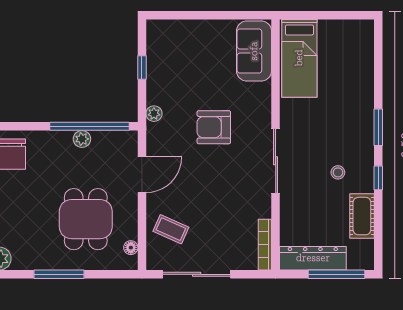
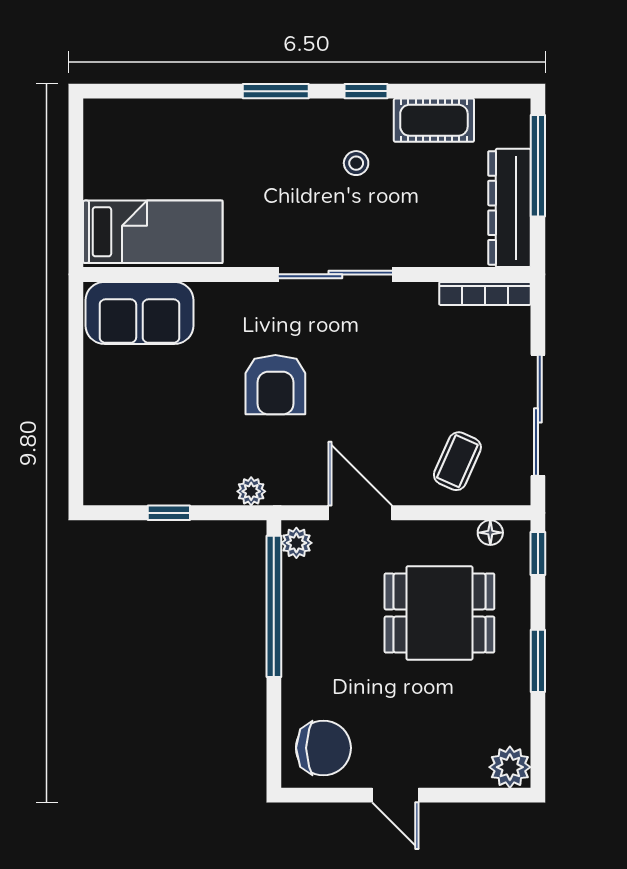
plant: (82, 139) -> (296, 543), moved
window: (59, 274) -> (538, 661), width x0.69
window: (119, 274) -> (538, 553), added

